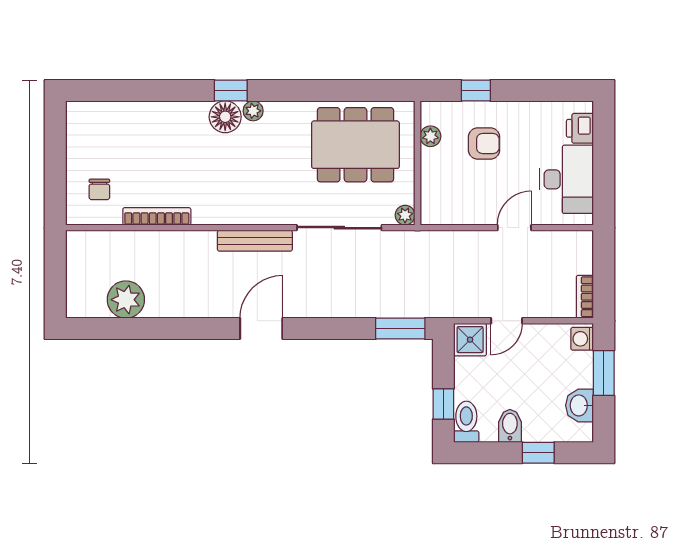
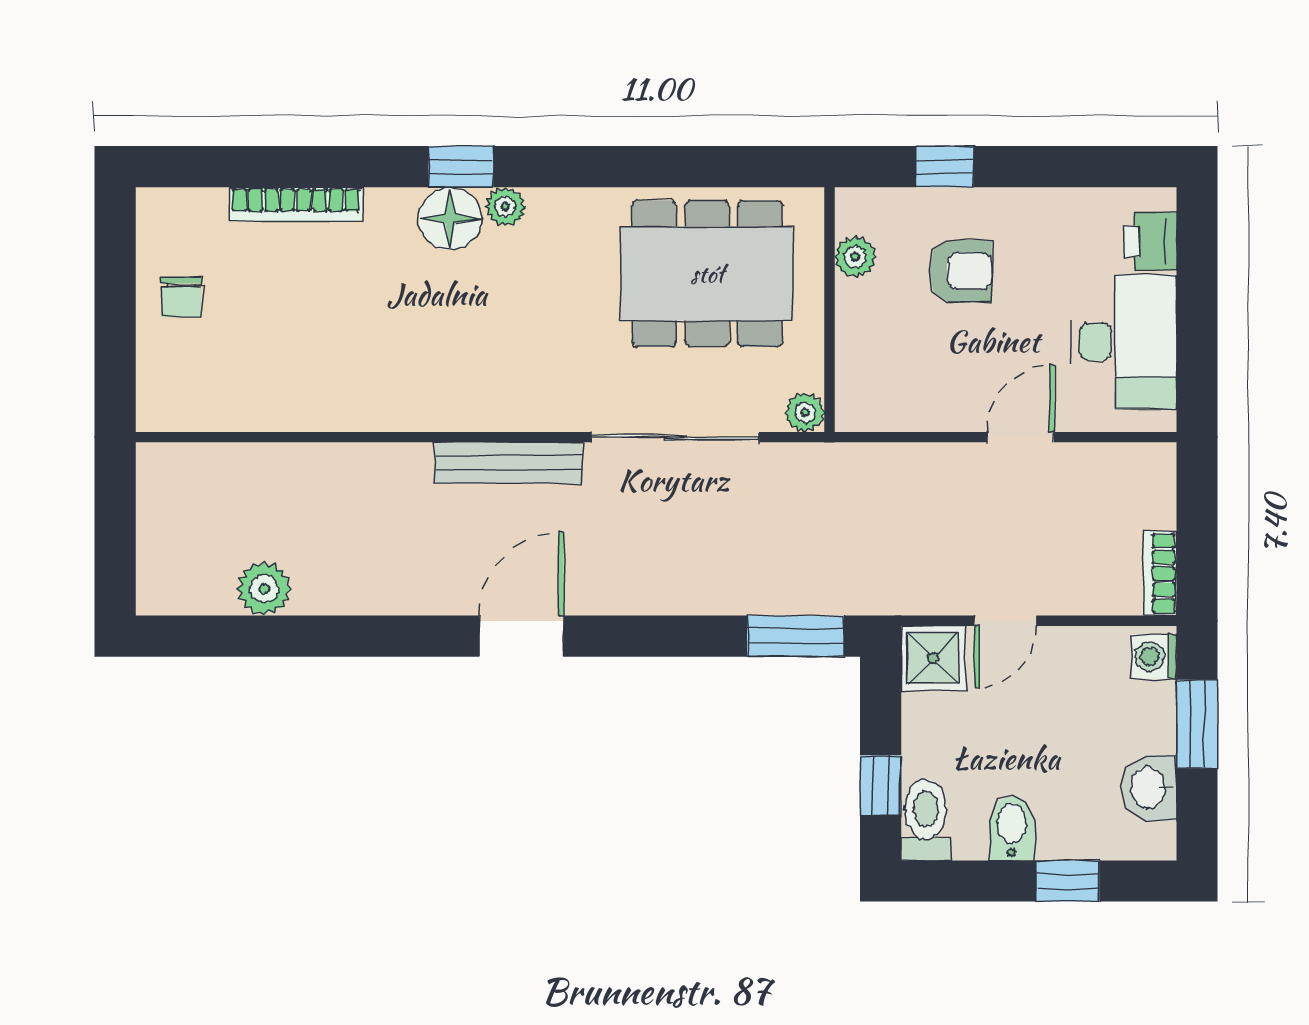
chair: (99, 189) -> (181, 297), moved
bookcase: (157, 216) -> (296, 204), moved, turned 180
plant: (126, 300) -> (264, 589), width x0.73, depth x0.73

